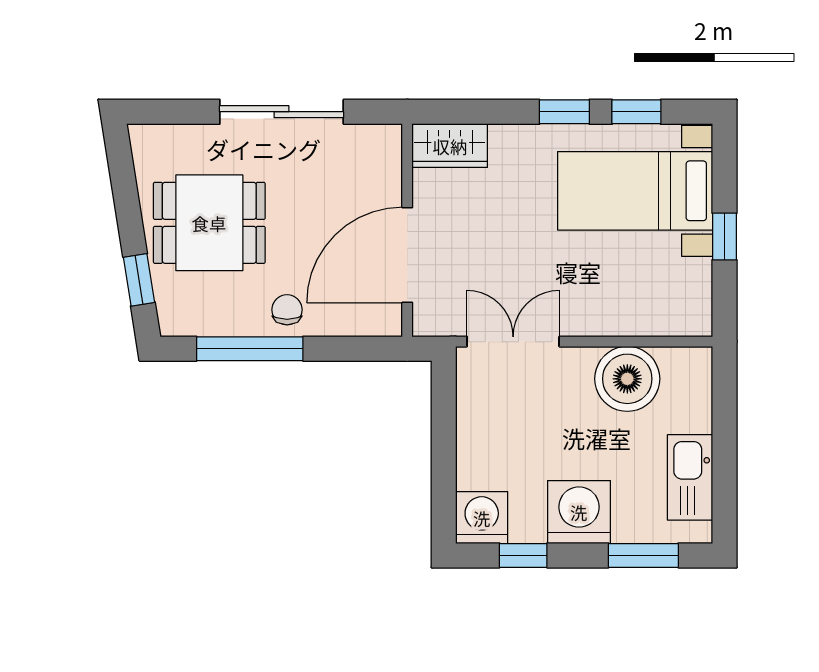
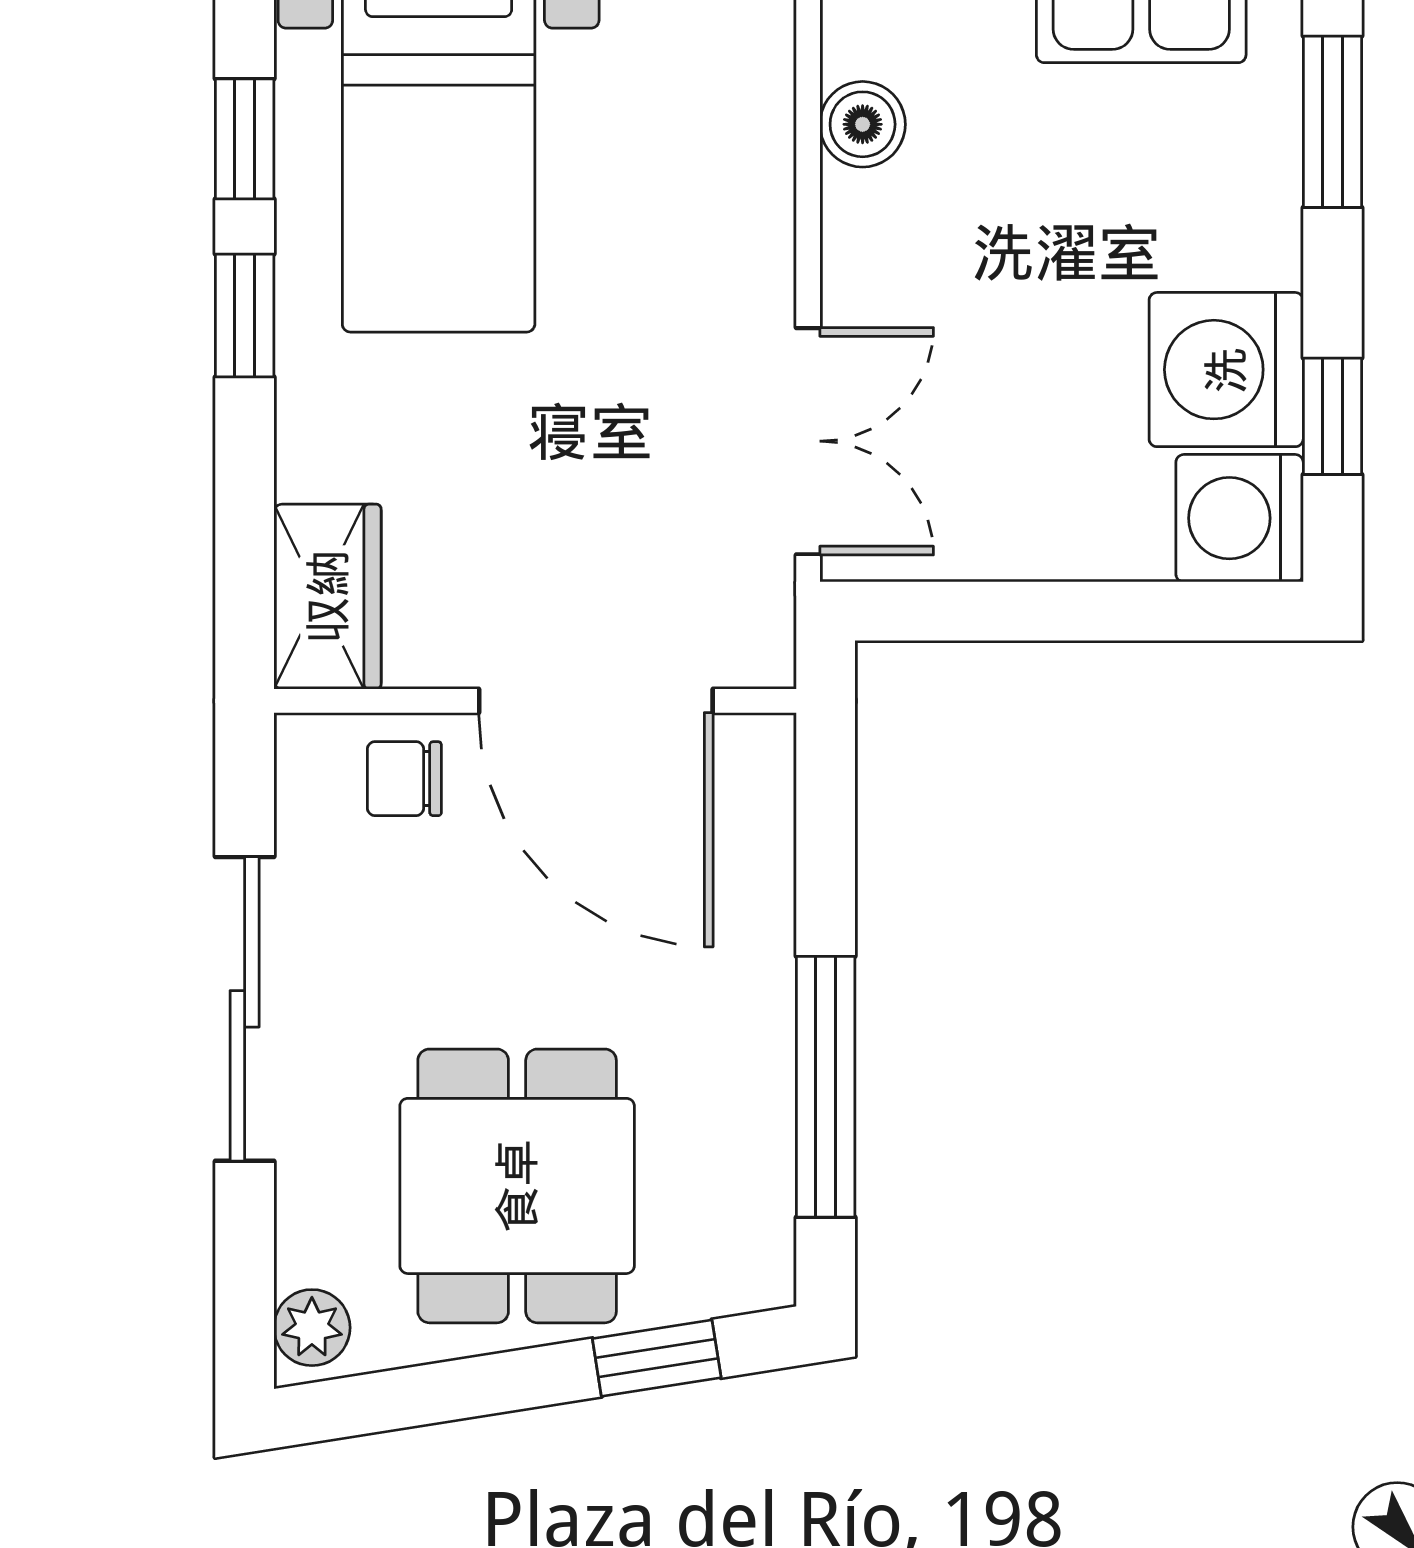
plant: (151, 139) -> (312, 1328), added
chair: (287, 310) -> (404, 779), moved
double door: (513, 342) -> (808, 441), swing flipped
boiler: (627, 379) -> (863, 124), width x0.54, depth x0.54
washing machine: (579, 512) -> (1226, 370), moved

